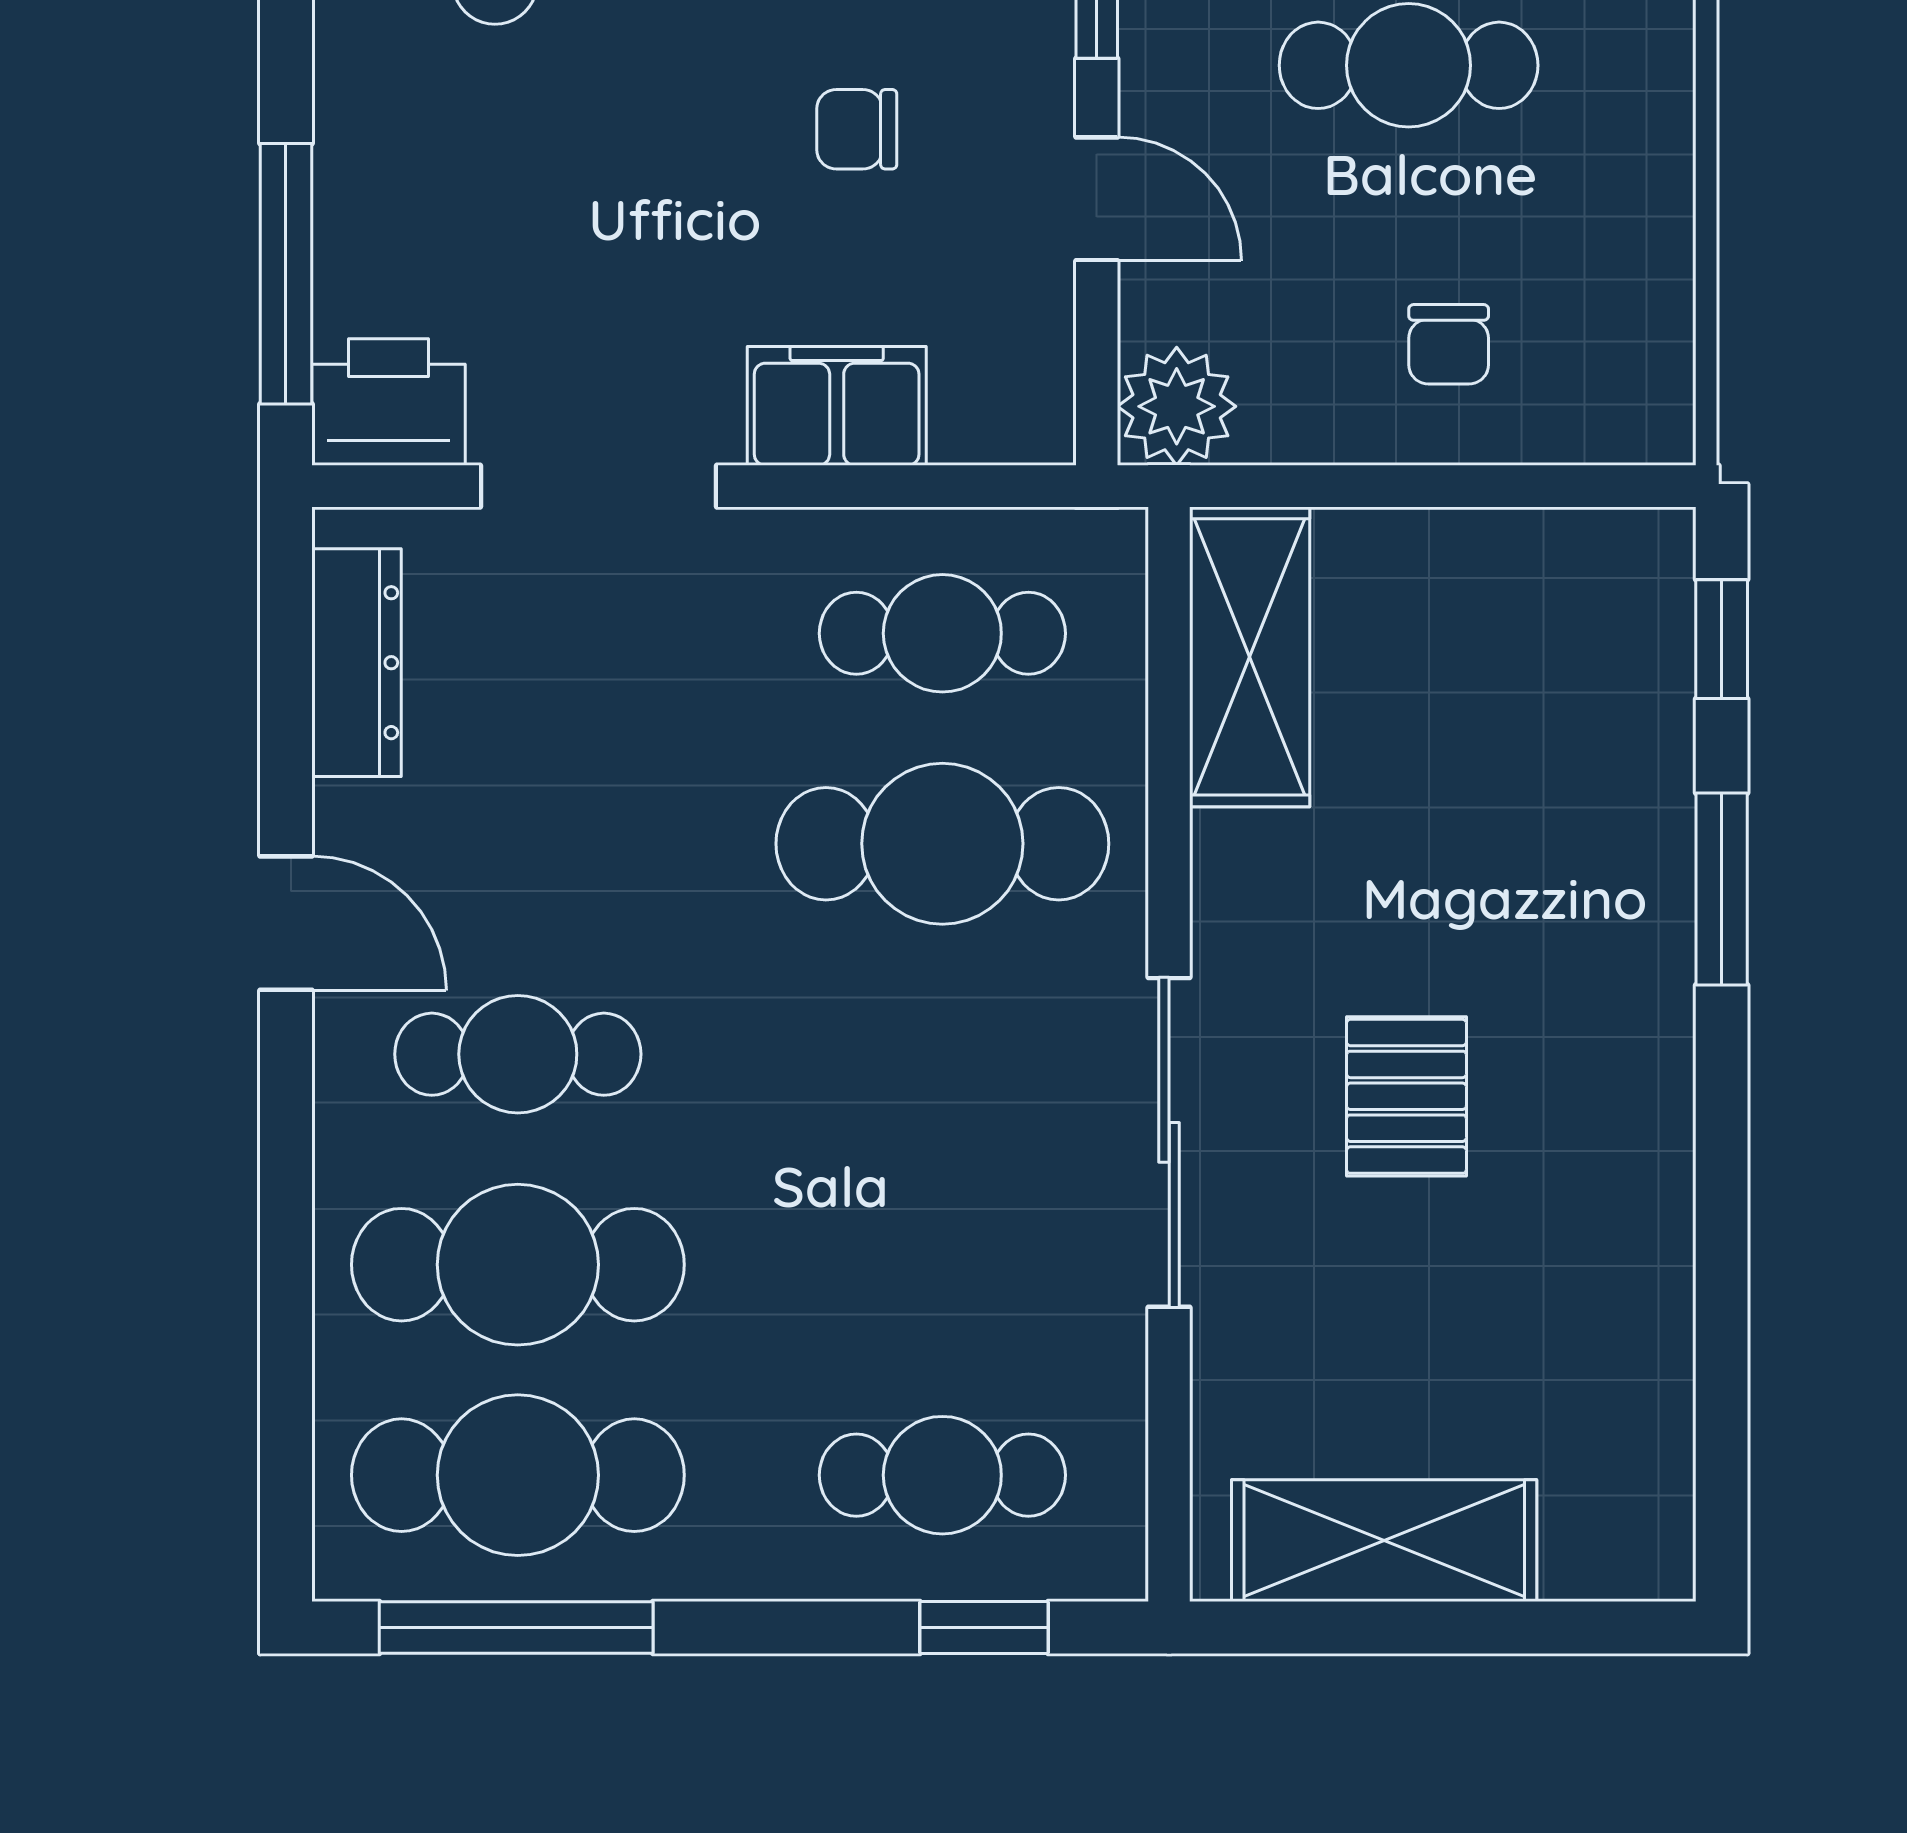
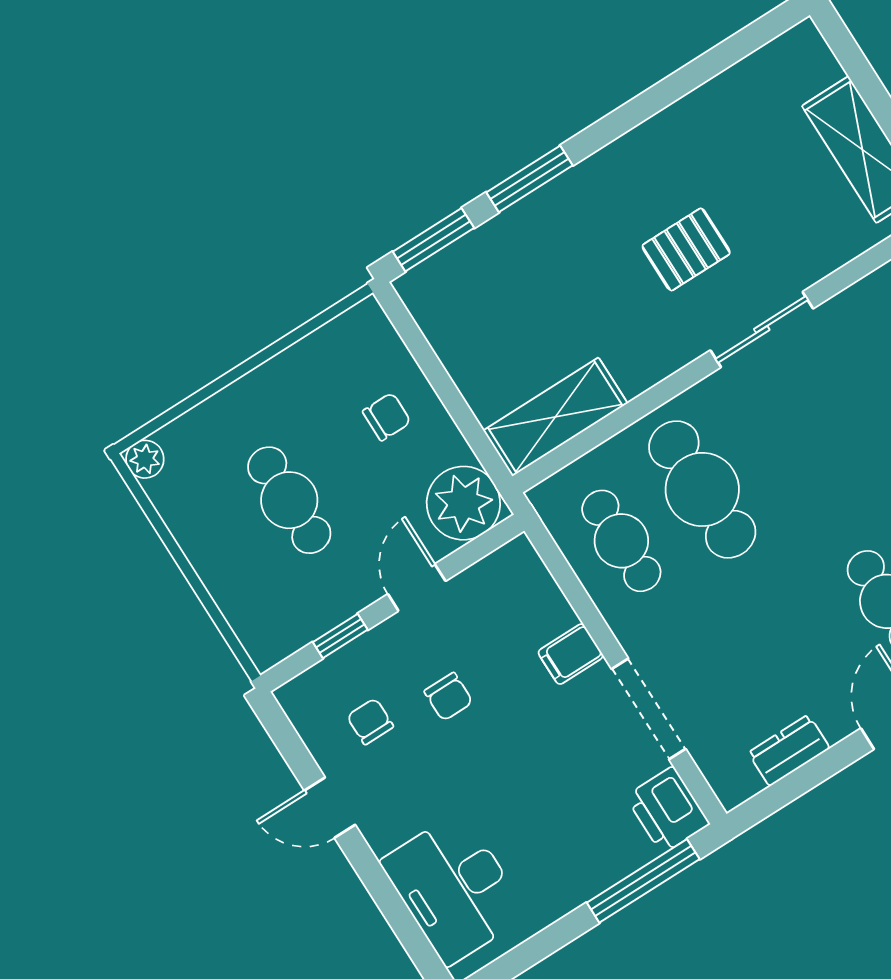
filing cabinet: (837, 406) -> (571, 654), width x0.50
plant: (1177, 406) -> (463, 503), width x1.36, depth x1.36
window: (1722, 639) -> (433, 240), width x1.50
dresser: (356, 663) -> (789, 750), width x0.70
sliding door: (1169, 1142) -> (762, 329), width x0.73

